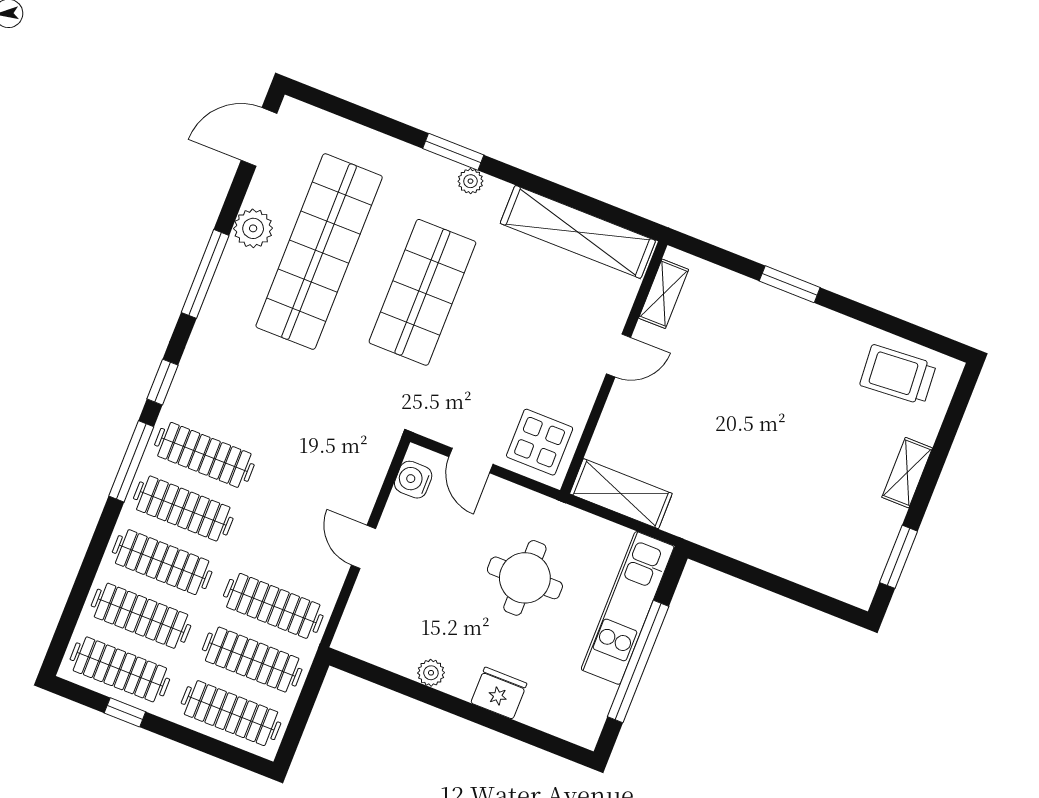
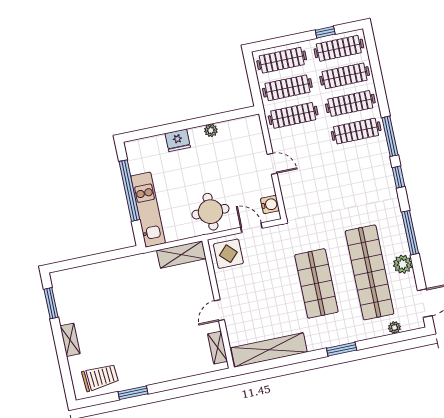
plant: (470, 181) -> (394, 328), moved
window: (790, 284) -> (133, 393), moved
clothes rail: (204, 455) -> (362, 159), removed
round table: (525, 578) -> (210, 212), moved

